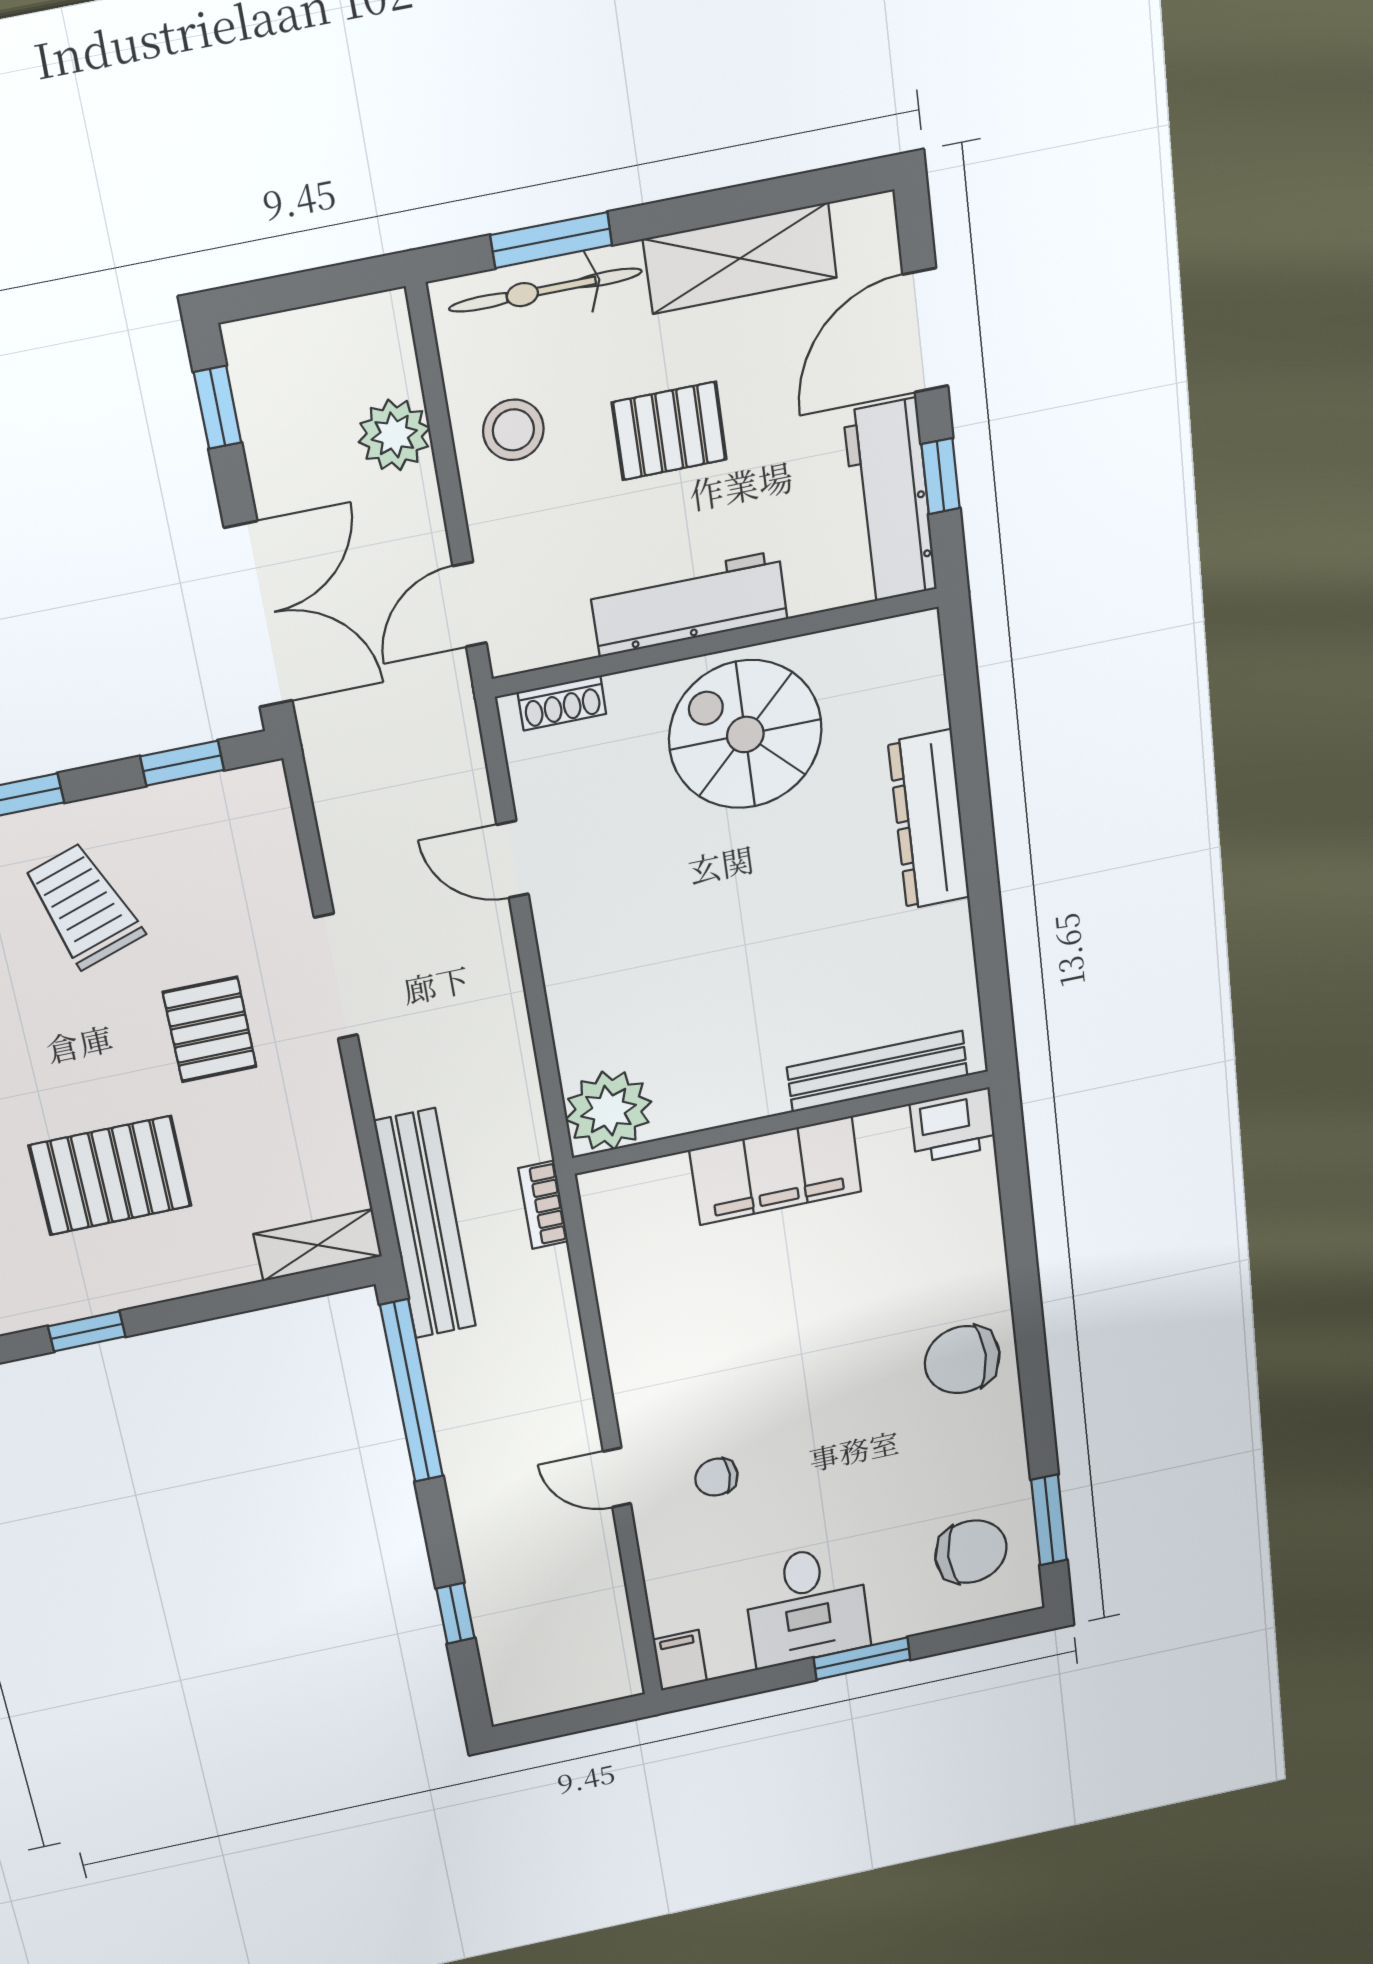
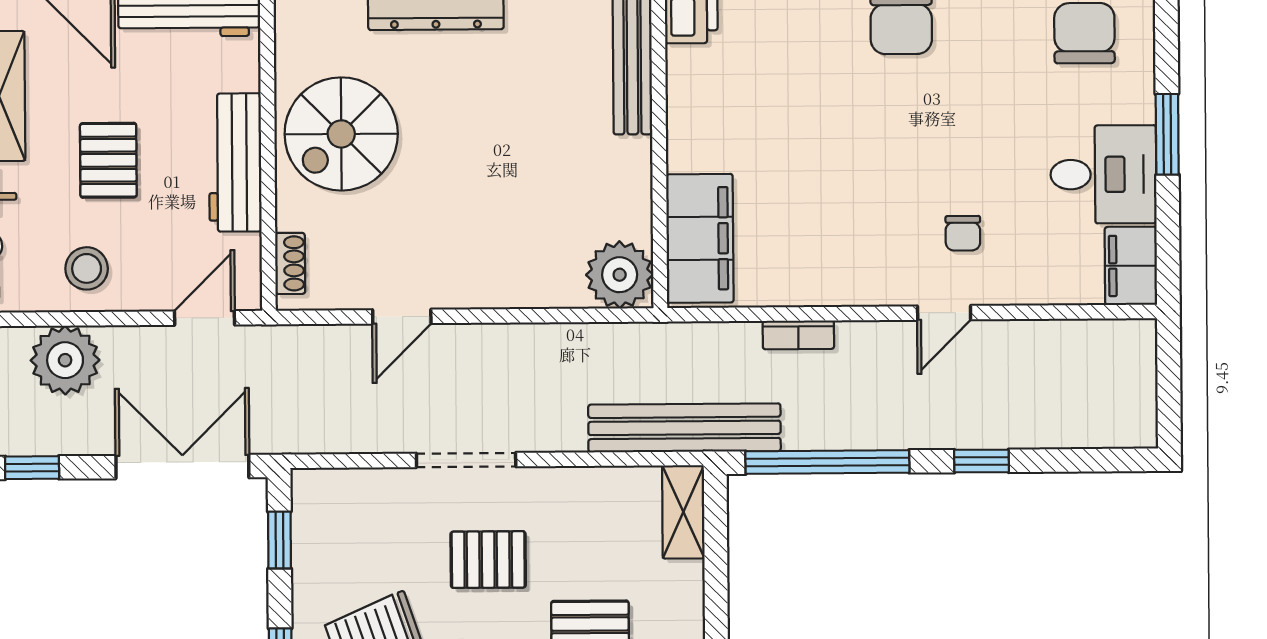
plant: (394, 435) -> (65, 360), width x1.36, depth x1.36
door: (470, 605) -> (204, 318), swing flipped
filing cabinet: (776, 1171) -> (700, 238), moved
bookcase: (543, 1205) -> (798, 335), moved
window: (455, 1613) -> (981, 461), moved
filing cabinet: (680, 1660) -> (1131, 266), width x2.00

